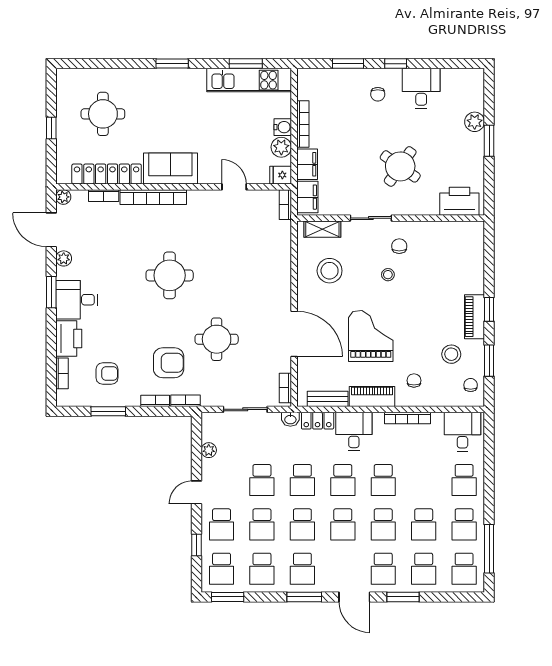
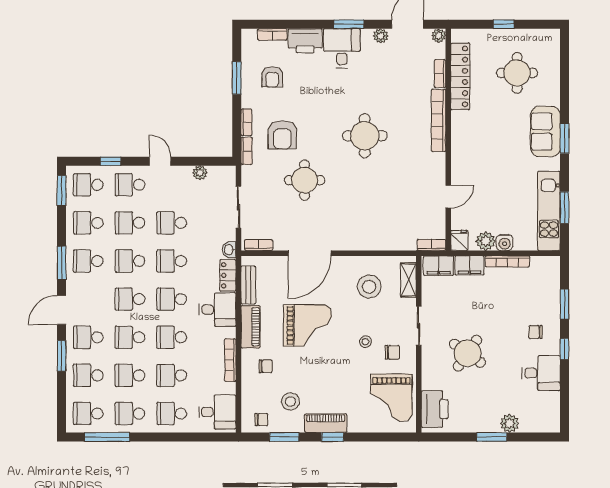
sofa: (170, 169) -> (545, 131), moved, turned 180
grand piano: (447, 247) -> (391, 398), added
school desk: (424, 480) -> (172, 375), added

